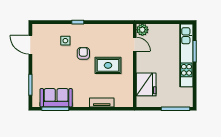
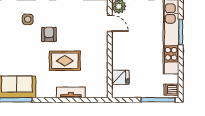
rug: (108, 65) -> (65, 61), moved
fridge: (146, 84) -> (120, 77), width x0.53, depth x0.75
dishwasher: (187, 100) -> (171, 90), added

